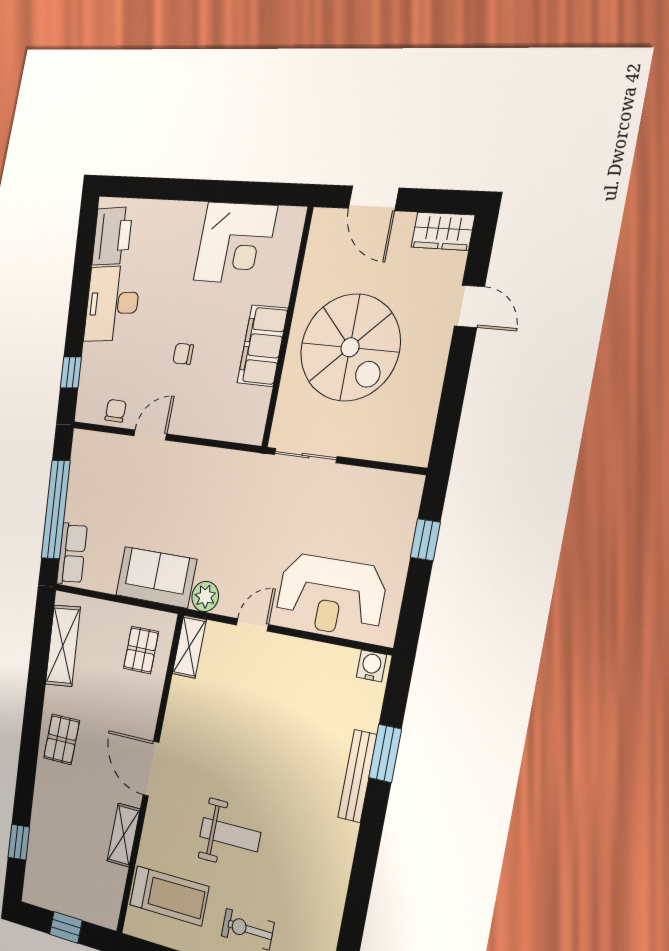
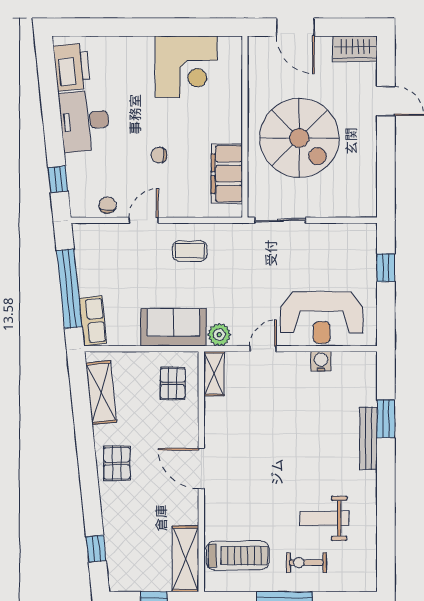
filing cabinet: (262, 346) -> (227, 174), moved
coffee table: (193, 481) -> (190, 251), added
water cooler: (371, 666) -> (321, 361), moved
shelving: (124, 835) -> (186, 559), moved, width x1.50, depth x1.33
weight bench: (230, 835) -> (325, 518), moved, turned 180

